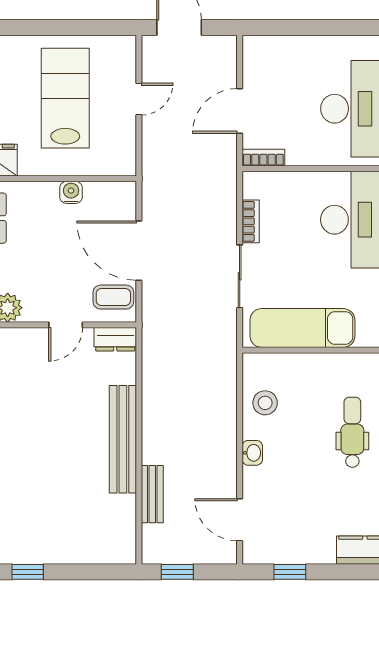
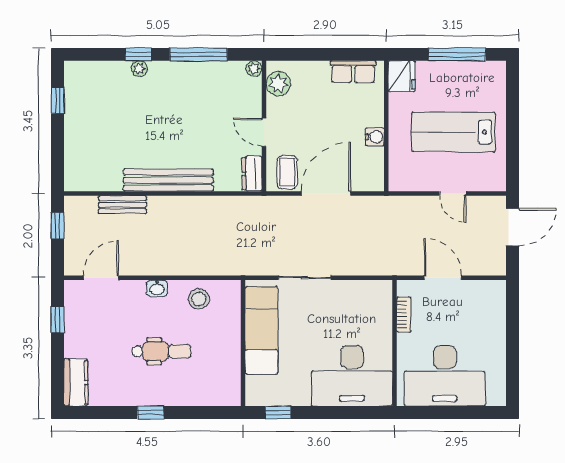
lab bench: (65, 98) -> (453, 132), turned 180
bookcase: (263, 158) -> (404, 315), moved
bookcase: (251, 221) -> (350, 287), removed
dental chair: (352, 432) -> (161, 351), moved

